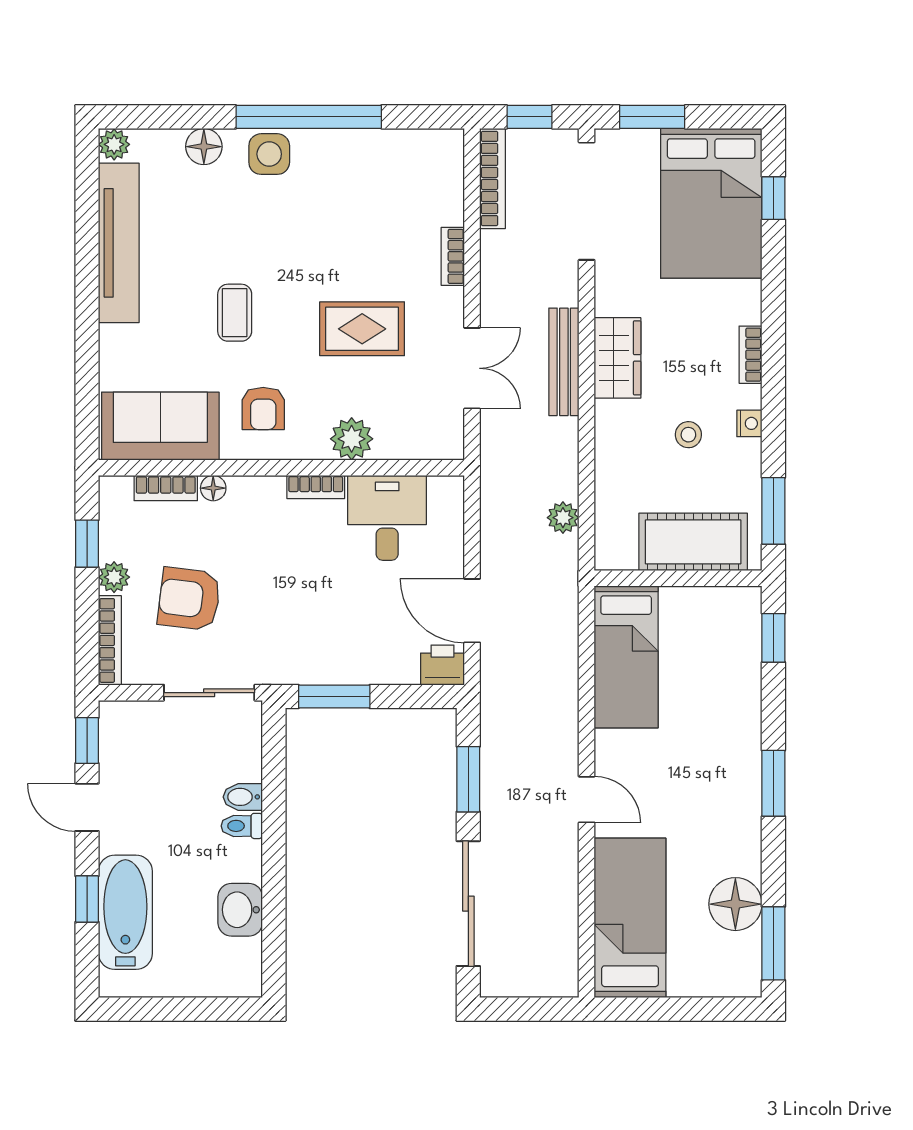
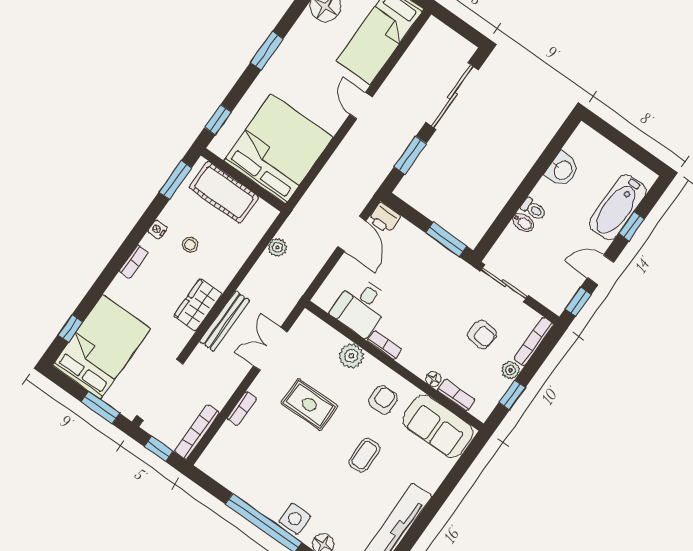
armchair: (189, 599) -> (482, 334), width x0.72, depth x0.72
bed: (626, 657) -> (278, 149), width x2.04
door: (87, 807) -> (601, 270), swing flipped

